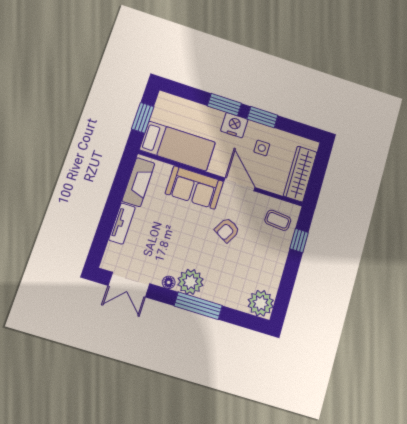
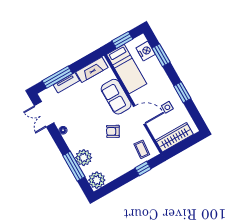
window: (224, 105) -> (161, 55), moved
nightstand: (234, 125) -> (146, 51), moved
door: (240, 184) -> (139, 115), hinge flipped
window: (105, 227) -> (57, 77), added
plant: (190, 282) -> (84, 158), moved
window: (198, 306) -> (74, 166), moved

